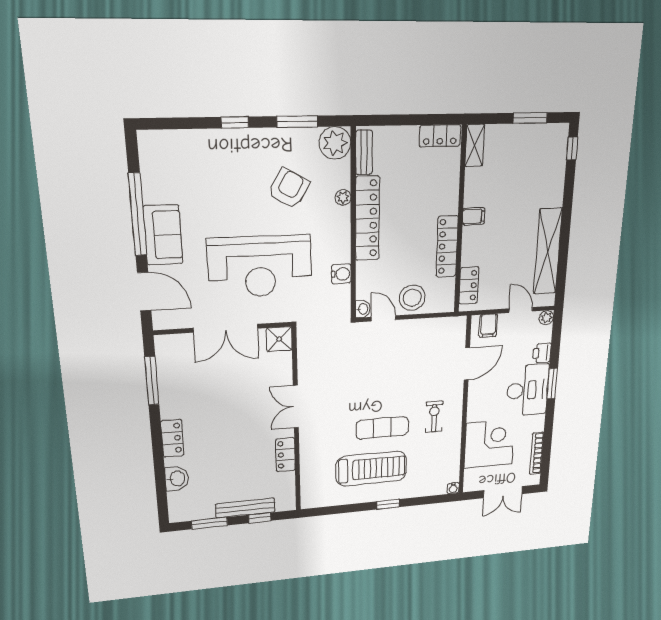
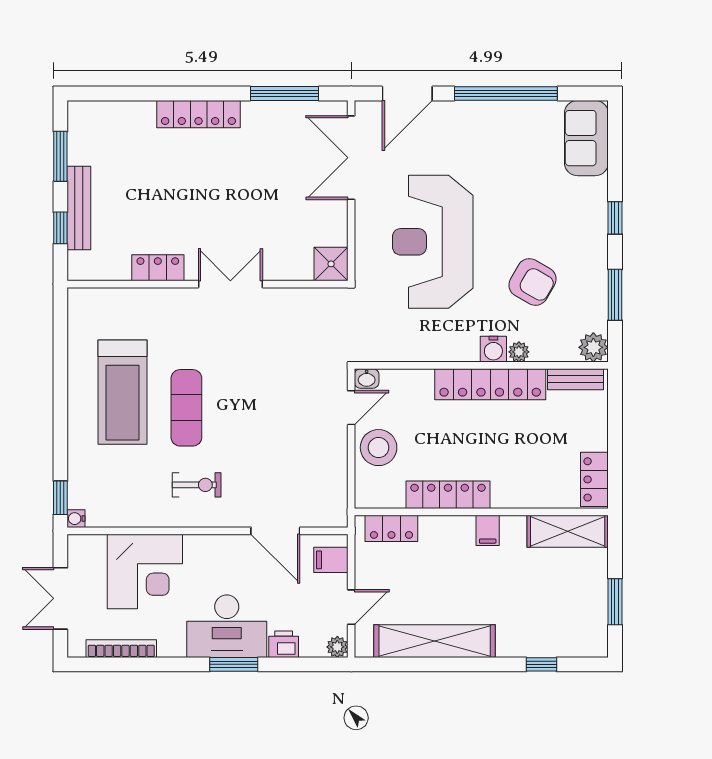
plant: (335, 143) -> (593, 347), width x0.73, depth x0.73
shelving: (475, 145) -> (568, 531), width x1.50, depth x1.33
window: (572, 148) -> (541, 664), moved
sofa: (163, 235) -> (586, 138), moved, turned 90
water cooler: (341, 274) -> (493, 349), moved
double door: (226, 328) -> (351, 158), moved
locker: (172, 438) -> (198, 114), width x1.53
washbasin: (177, 479) -> (136, 116), removed
window: (388, 504) -> (60, 498), moved

